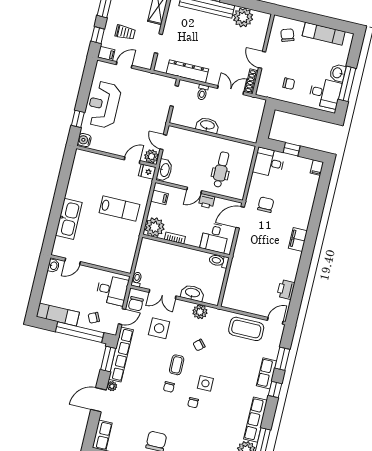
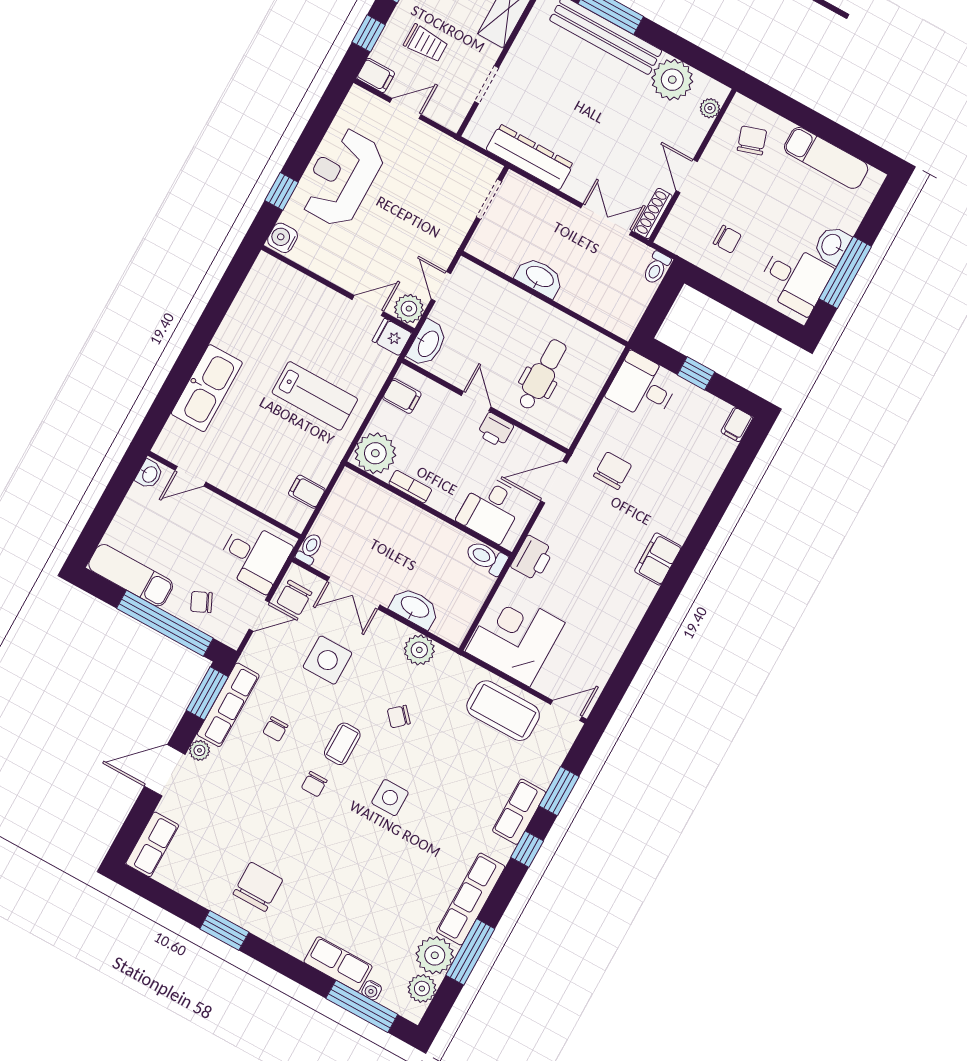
plant: (264, 26) -> (710, 108), added
toilet: (202, 92) -> (657, 268), moved
door: (194, 190) -> (476, 401), swing flipped
filing cabinet: (128, 254) -> (307, 492), added
printer: (286, 290) -> (532, 558), moved, turned 180
corner desk: (242, 294) -> (515, 637), added
row of seats: (121, 354) -> (228, 705), width x0.73
chair: (193, 403) -> (275, 729), moved

